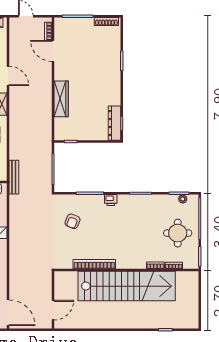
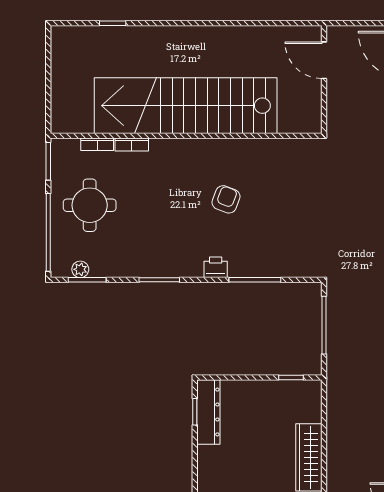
armchair: (73, 221) -> (226, 199), moved
bookcase: (94, 264) -> (246, 147), removed
door: (53, 310) -> (324, 60), hinge flipped

